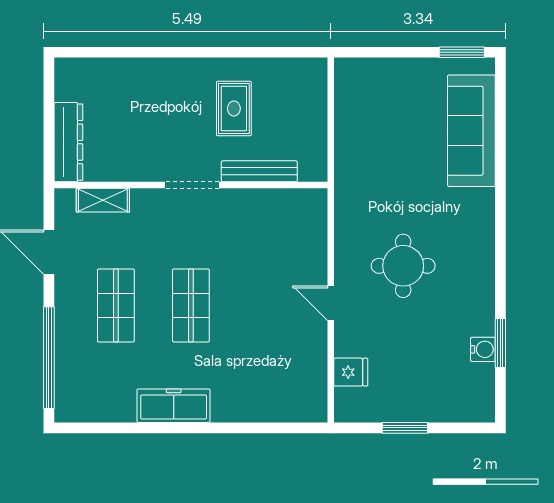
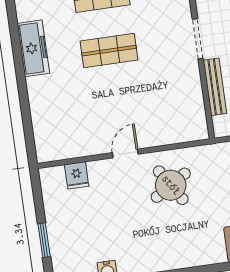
round table: (403, 266) -> (171, 185), moved, turned -32
window: (405, 428) -> (44, 240), moved

